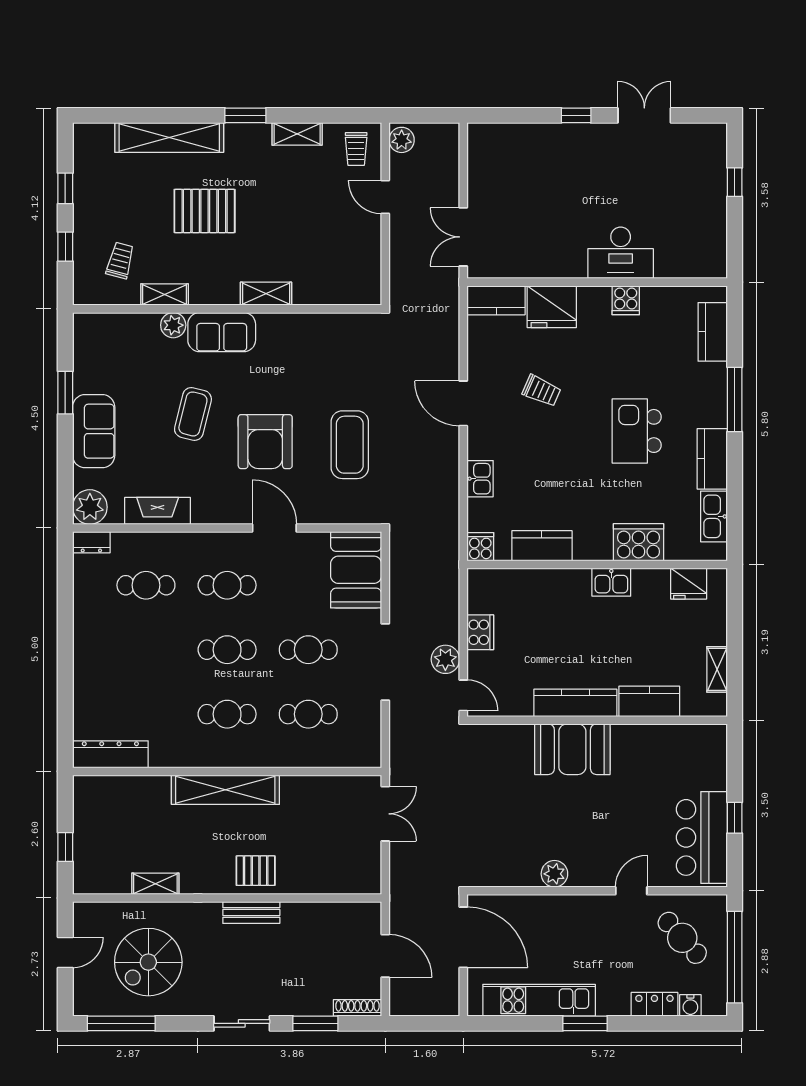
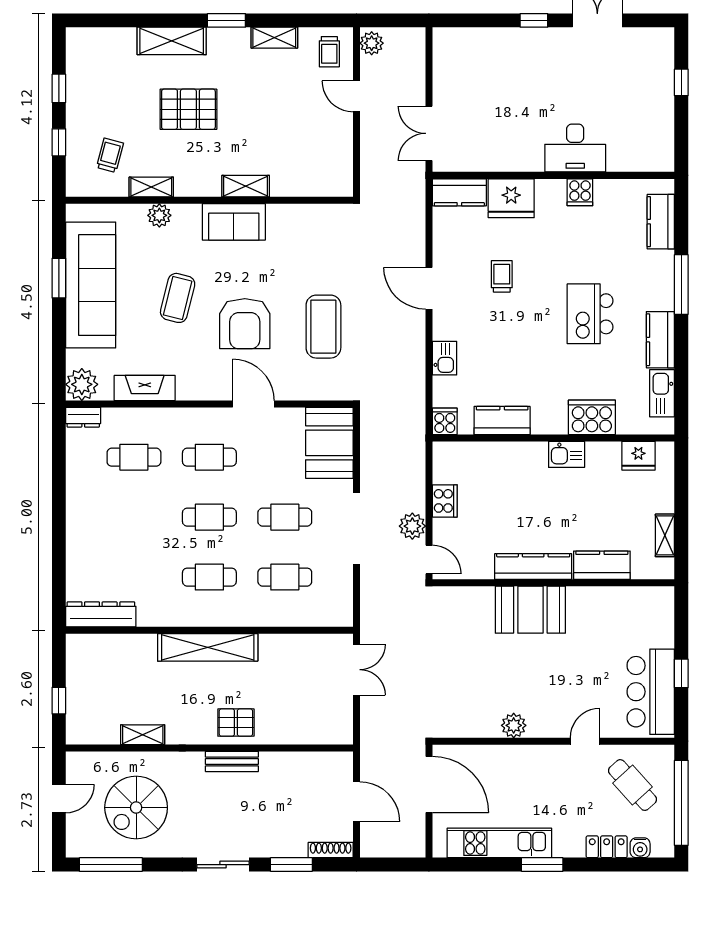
shelving: (169, 137) -> (172, 41), width x0.68
sofa: (222, 332) -> (234, 222), moved
trolley: (542, 391) -> (502, 276), turned -114
sofa: (94, 431) -> (91, 285), width x1.85, depth x1.27

